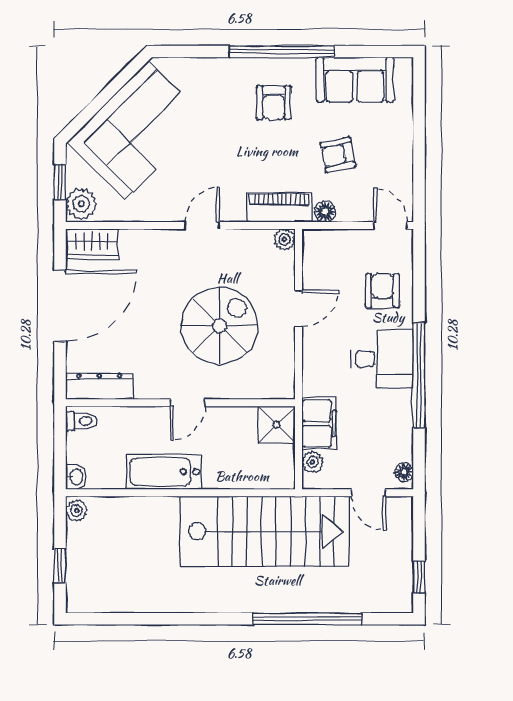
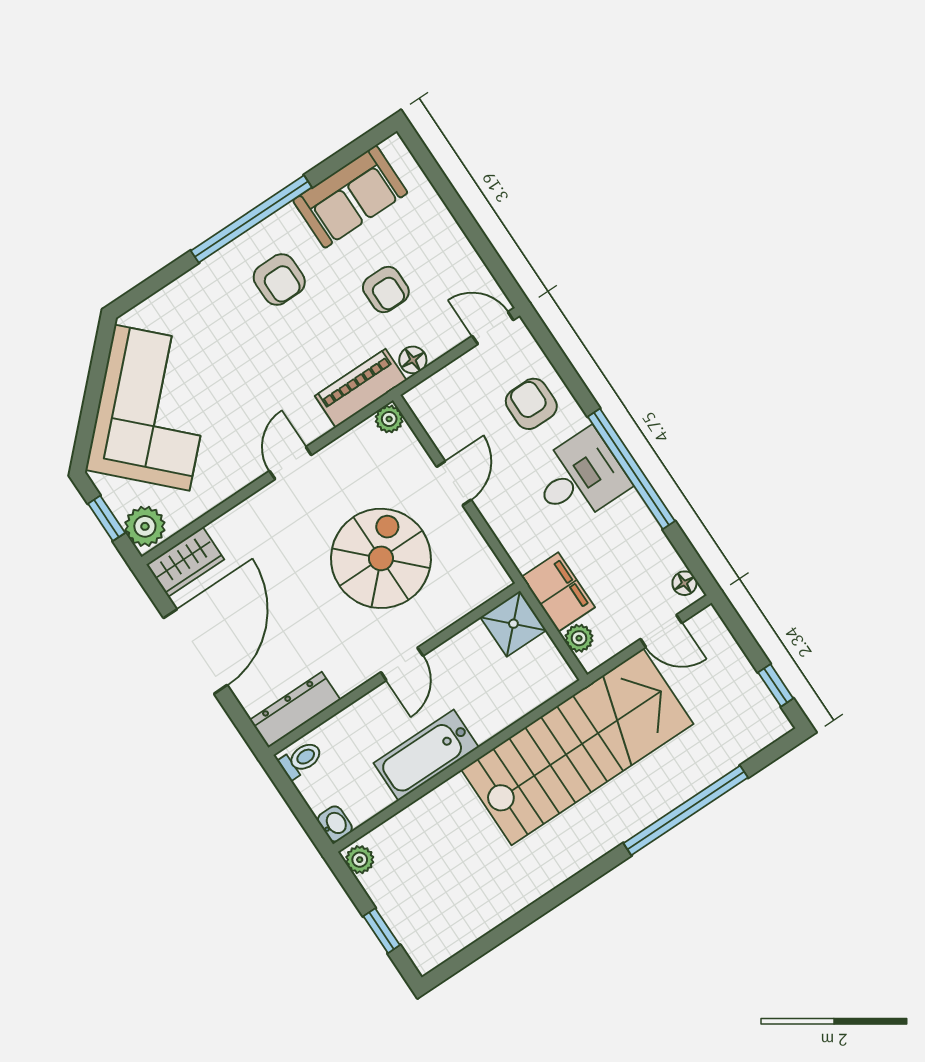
armchair: (338, 155) -> (386, 289), turned -79

